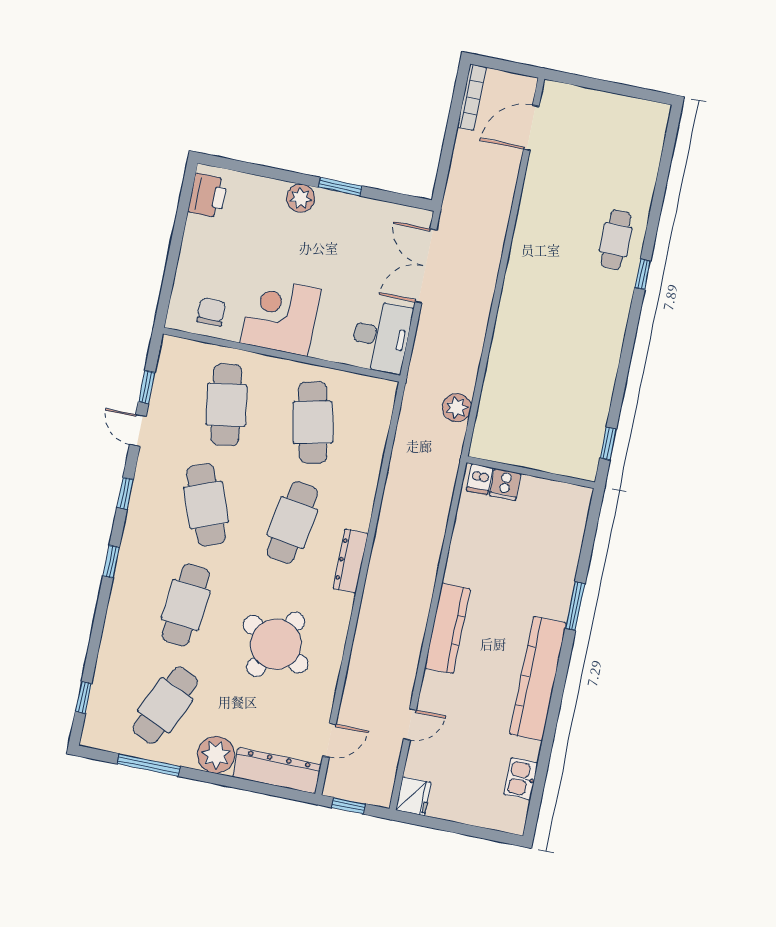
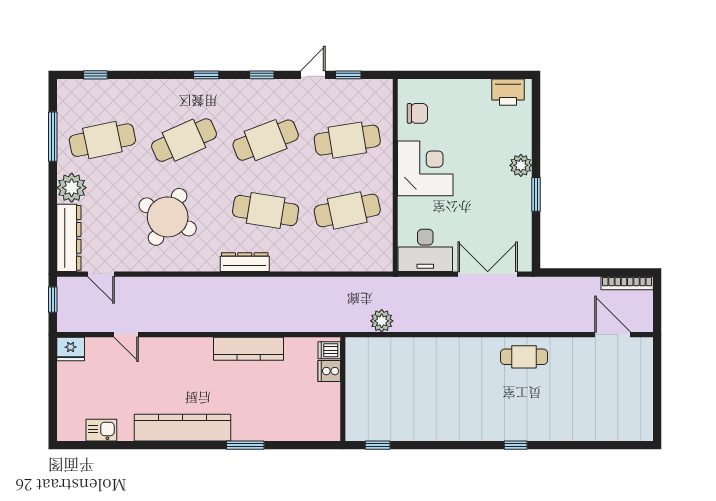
cafe table: (616, 240) -> (524, 357), moved
cafe table: (186, 605) -> (184, 140), turned -30
kitchen counter: (447, 628) -> (248, 349), moved
cafe table: (165, 705) -> (102, 140), turned -36

